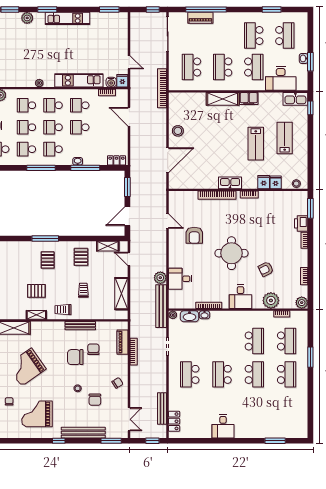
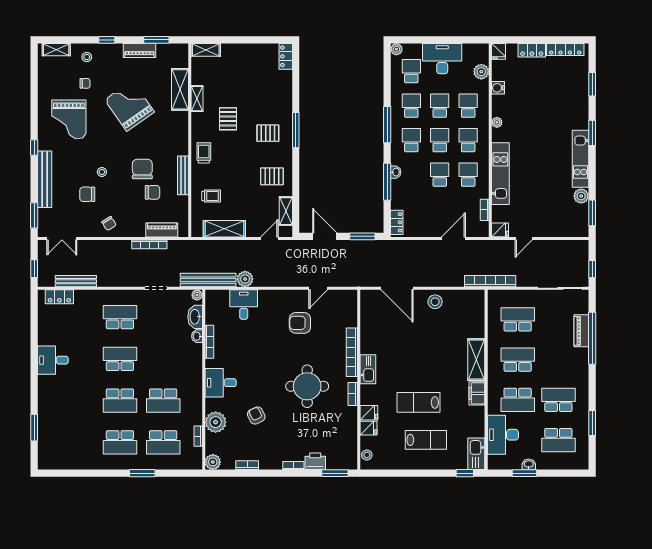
plant: (27, 18) -> (581, 196), moved
water cooler: (111, 82) -> (498, 88), moved
round table: (231, 253) -> (307, 386), moved
trolley: (83, 290) -> (211, 196), moved
shelving: (36, 315) -> (197, 99), moved
grand piano: (37, 414) -> (69, 119), turned 180

